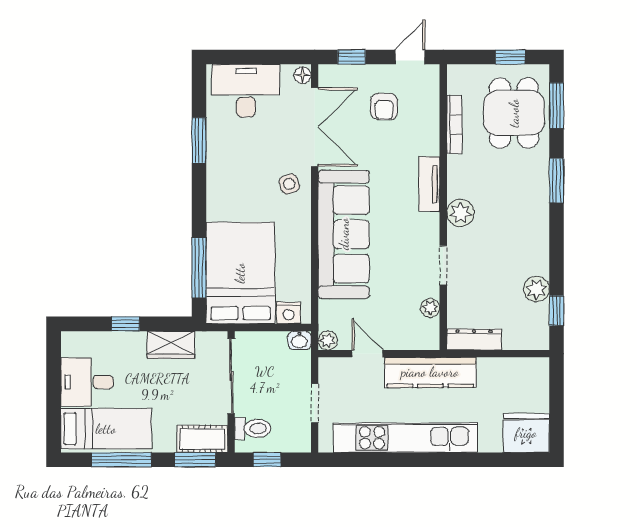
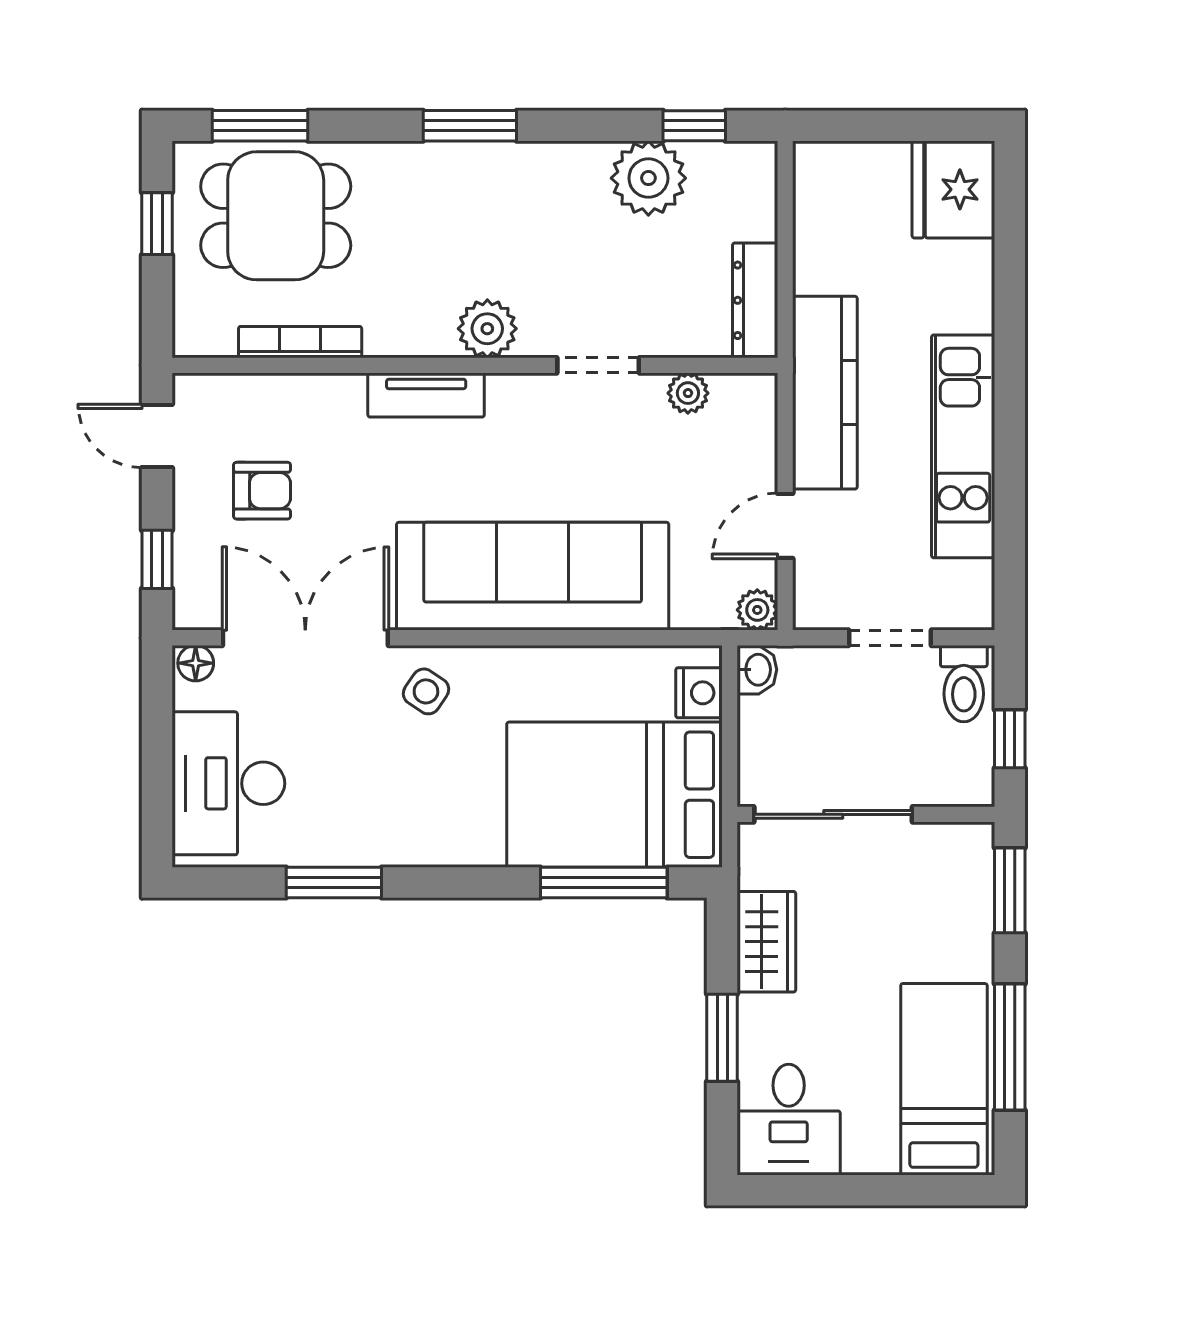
window: (557, 180) -> (470, 126), moved
side table: (289, 184) -> (426, 691), turned -37
plant: (536, 289) -> (648, 178), width x1.36, depth x1.36
window: (126, 324) -> (722, 1038), width x1.50
desk: (87, 382) -> (789, 1120), moved
toilet: (253, 428) -> (964, 684), moved, turned 180
kitchen unit: (405, 438) -> (963, 446), width x0.73
cot: (202, 439) -> (965, 875), removed

